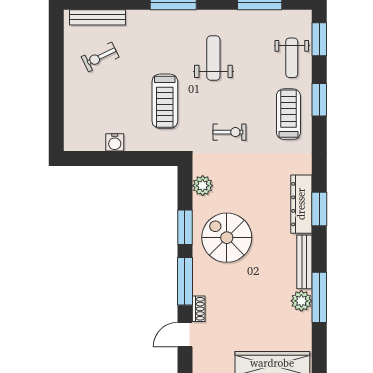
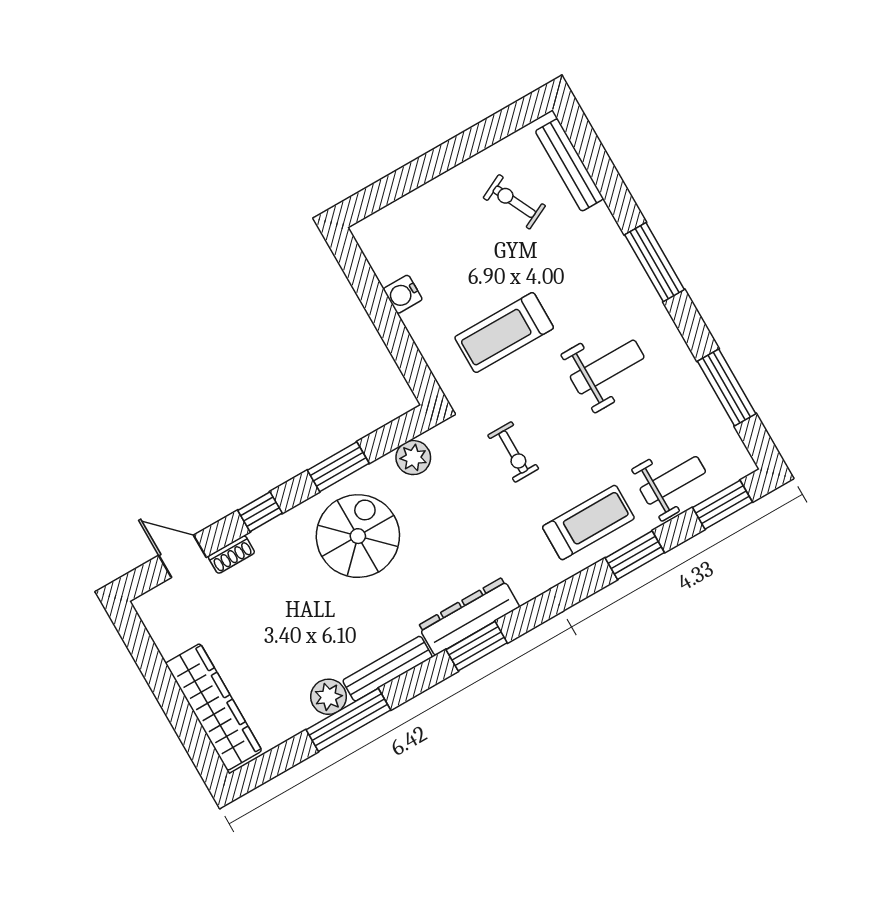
weight bench: (292, 58) -> (673, 480), turned 180
window: (185, 281) -> (260, 512), width x0.46

